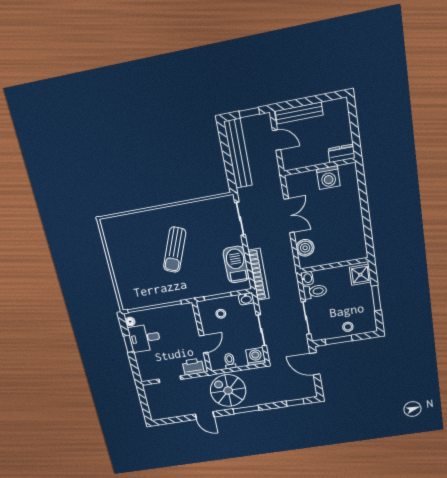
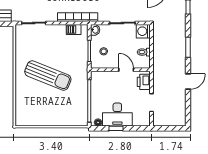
sun lounger: (175, 250) -> (48, 76), width x1.36, depth x1.34
barbecue: (236, 264) -> (74, 30), width x0.53, depth x0.65
desk: (145, 338) -> (117, 115), width x1.37
spiral stairs: (228, 391) -> (169, 58), removed

